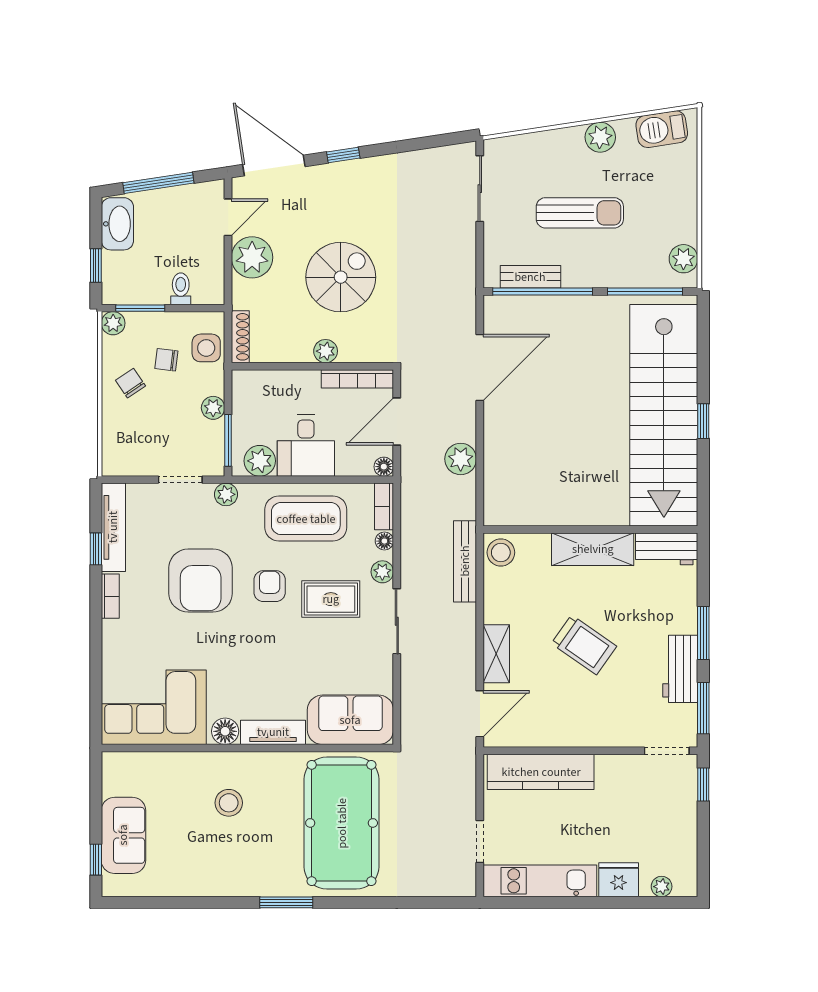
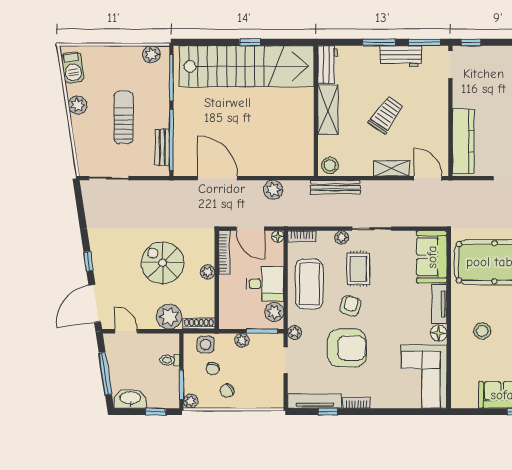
plant: (252, 257) -> (169, 317), moved
floor lamp: (384, 541) -> (323, 236), removed
armchair: (270, 586) -> (350, 306), turned 106

